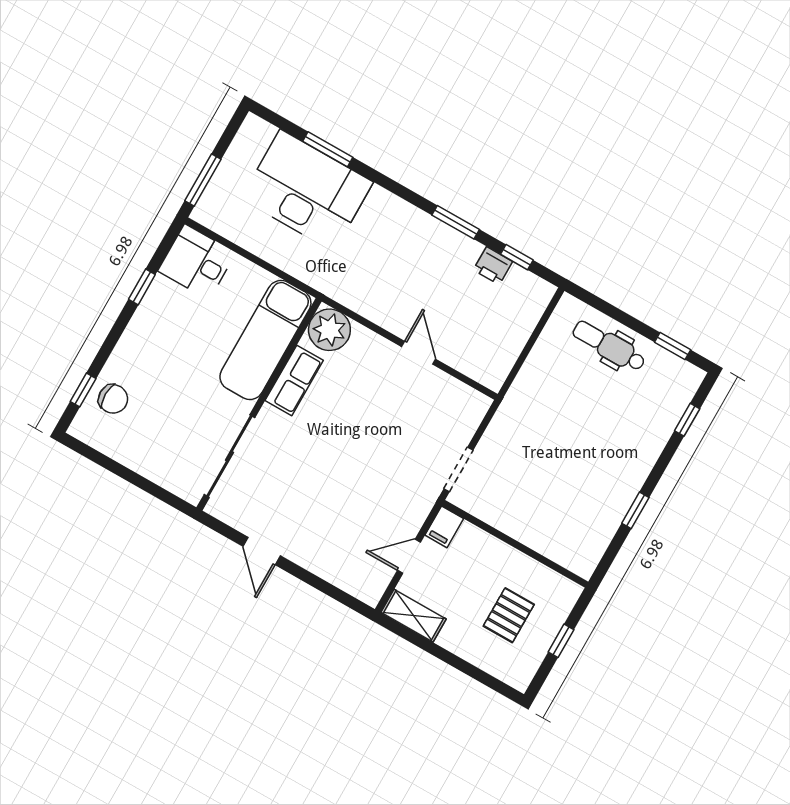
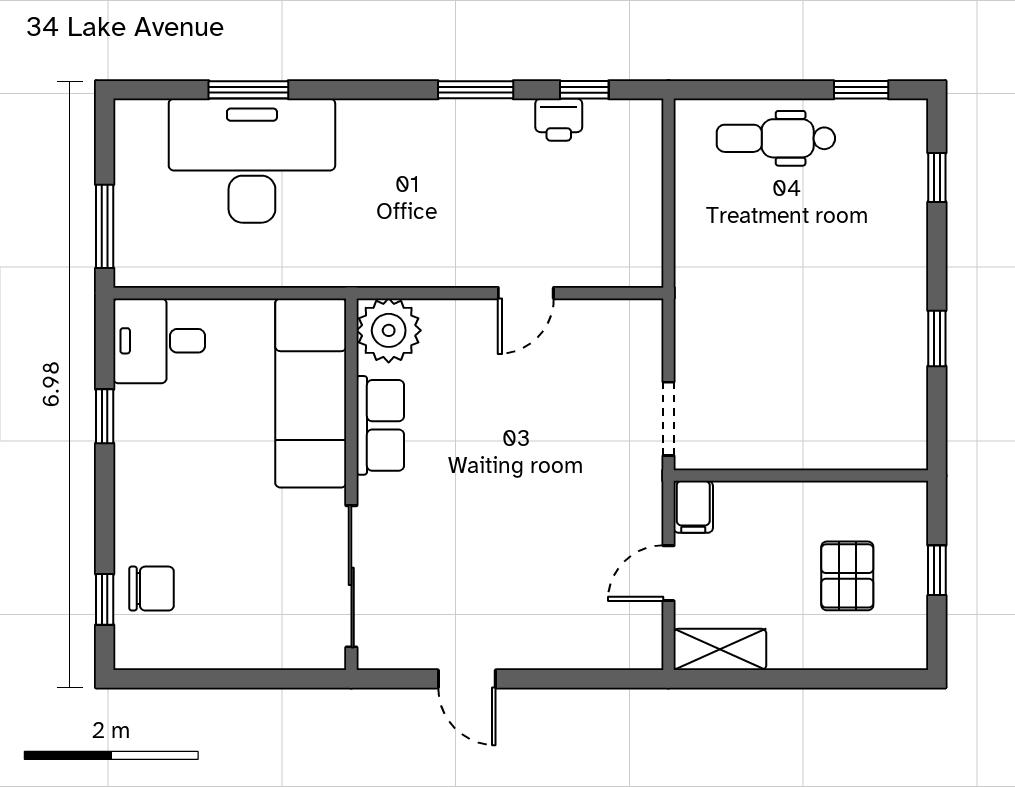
door: (419, 353) -> (526, 293), swing flipped

